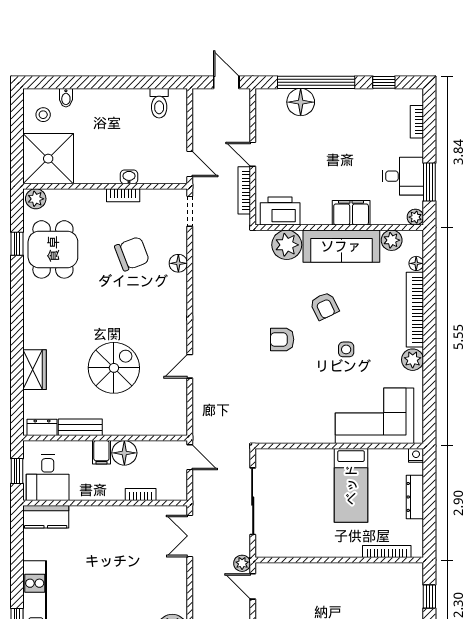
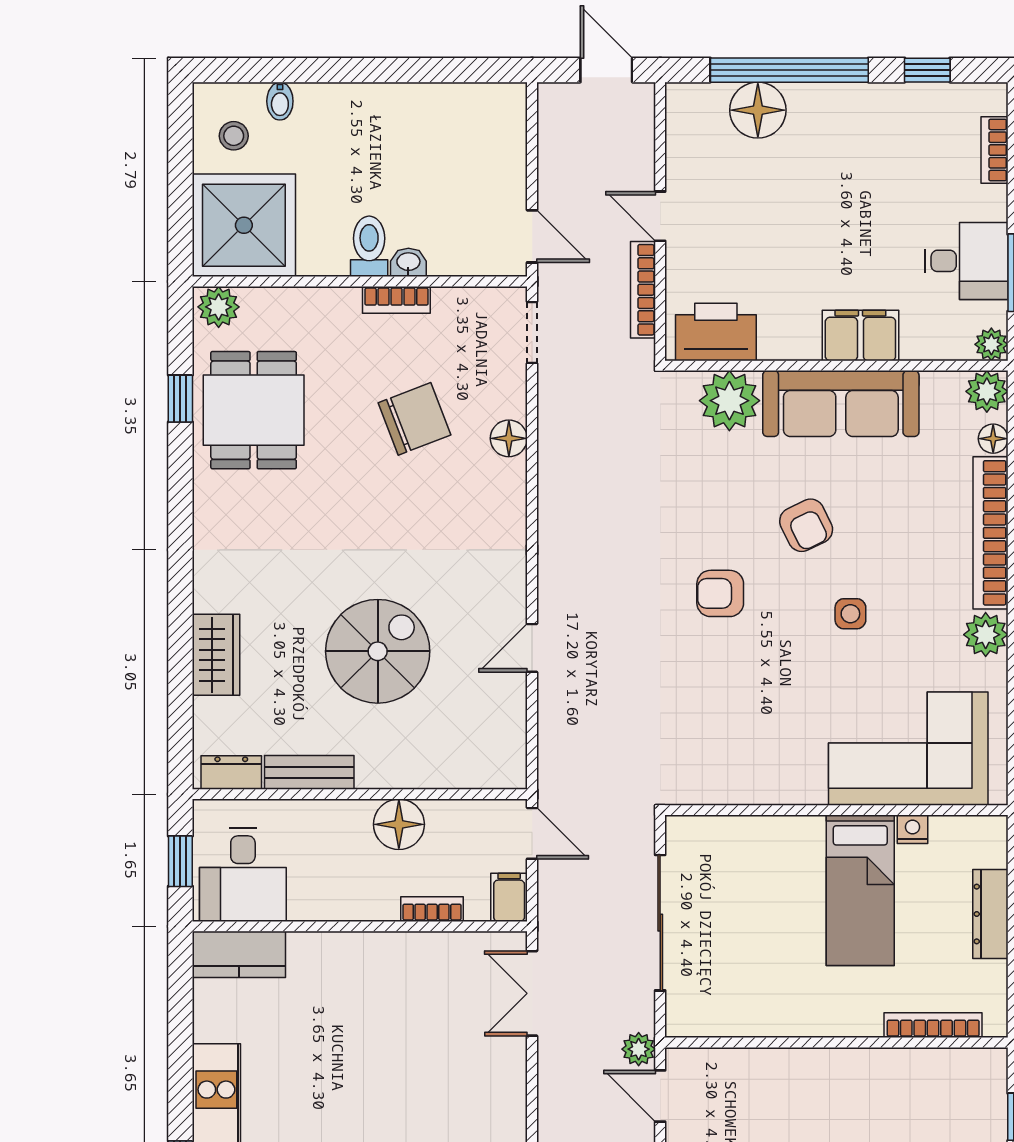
toilet: (159, 103) -> (369, 246), moved, turned 180
plant: (392, 240) -> (987, 391), moved
filing cabinet: (101, 452) -> (509, 897), moved, turned 180
nightstand: (416, 455) -> (912, 829), moved

